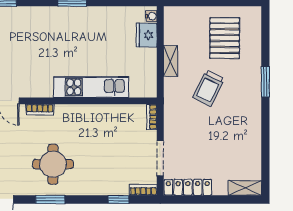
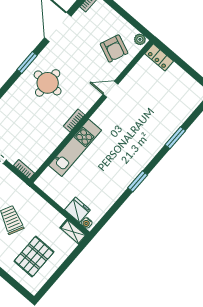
pallet: (225, 38) -> (34, 256), turned 90
shelving: (170, 61) -> (73, 232), moved
bookcase: (40, 110) -> (74, 120), moved

